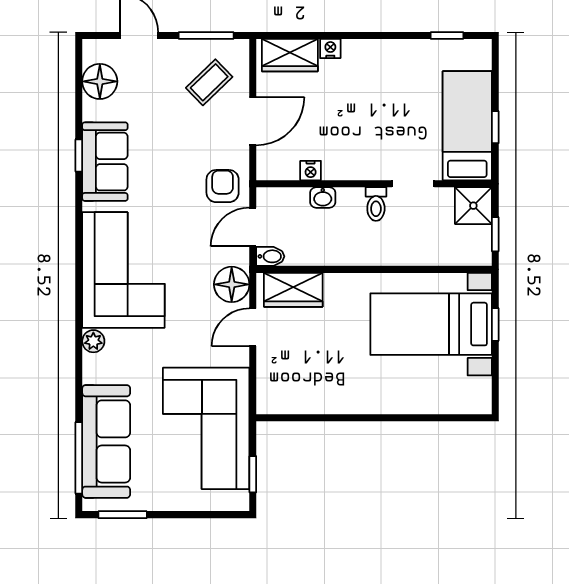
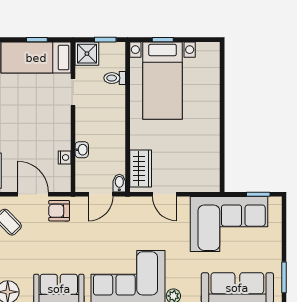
armchair: (223, 186) -> (59, 211), moved
toilet: (376, 204) -> (115, 78), moved, turned 180
door: (253, 227) -> (101, 194), hinge flipped
floor lamp: (232, 284) -> (137, 208), removed

